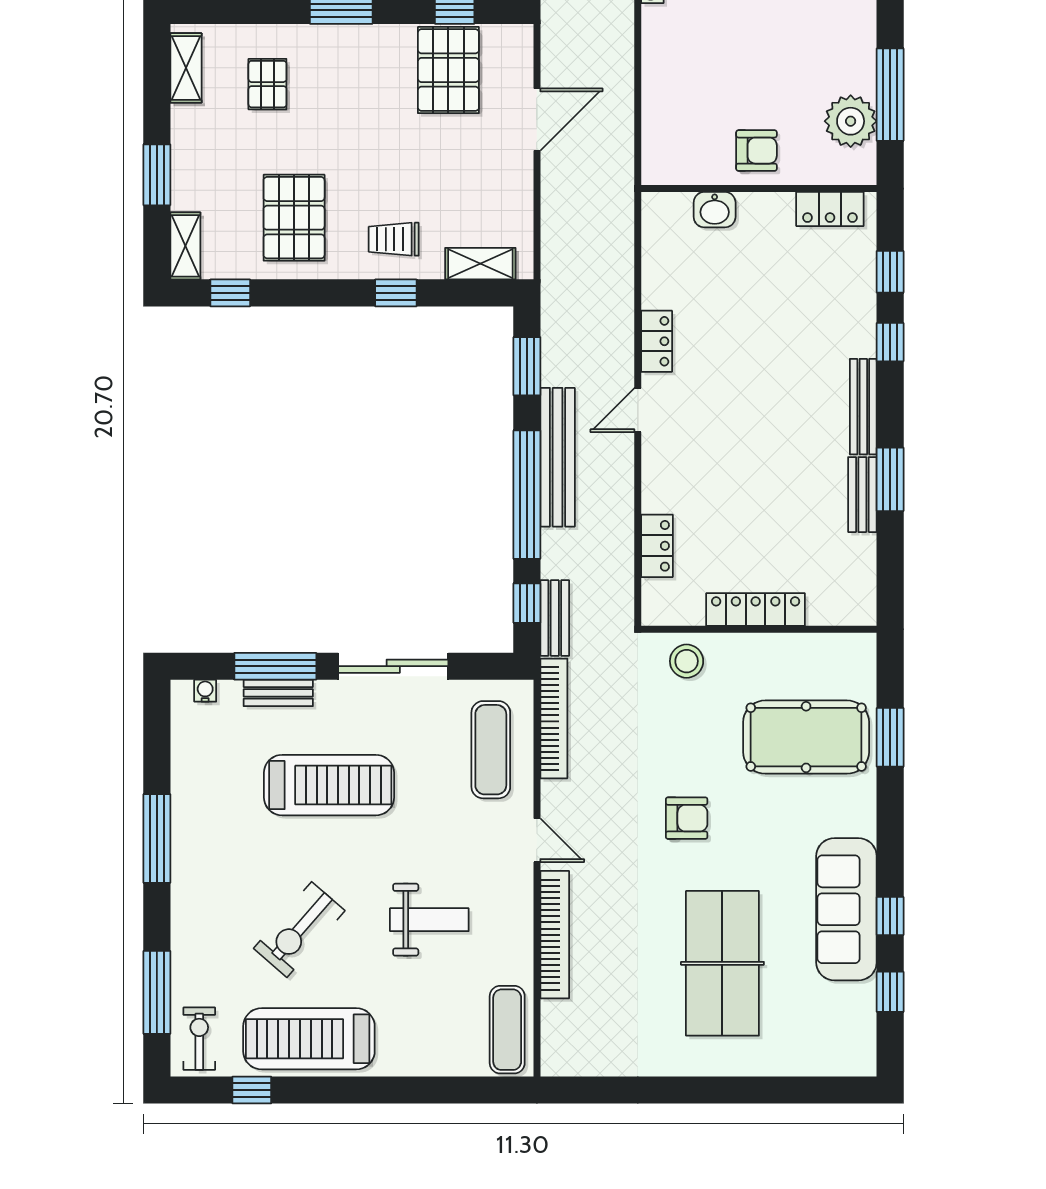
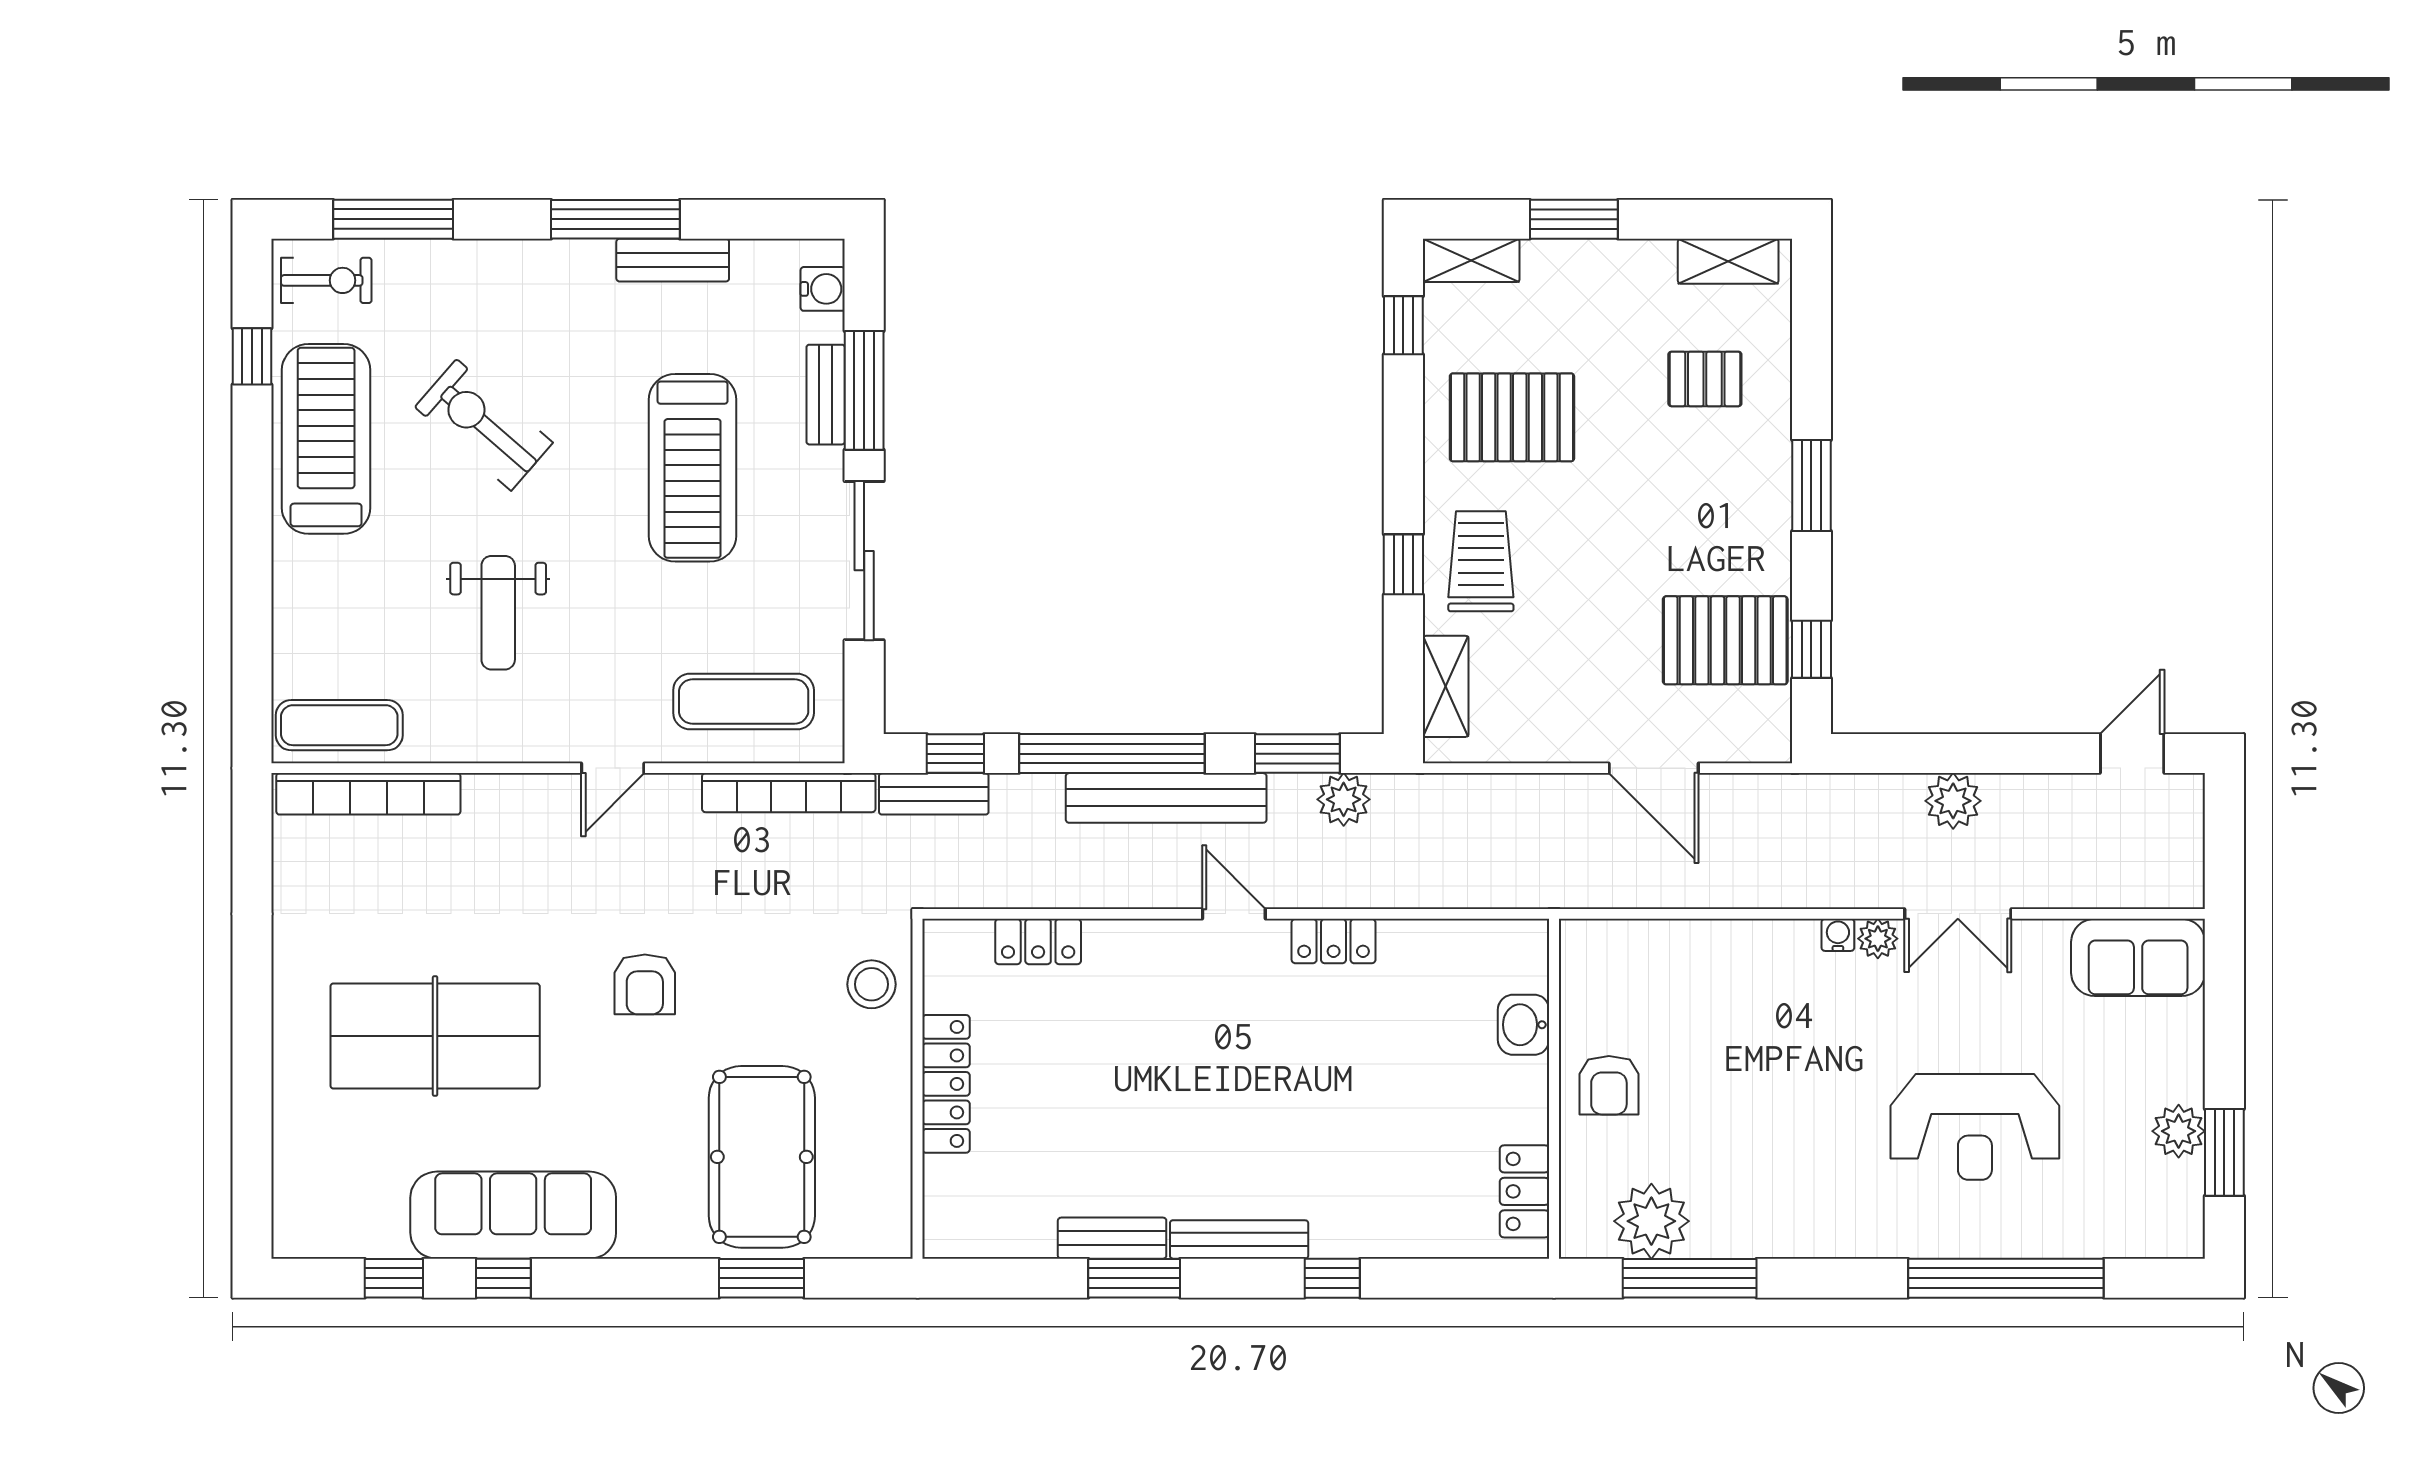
trolley: (394, 239) -> (1481, 561), width x1.36, depth x1.39
window: (890, 272) -> (1434, 1278), removed
plant: (559, 334) -> (1344, 799), added
water cooler: (205, 691) -> (823, 289), width x1.38, depth x1.38
bench: (185, 799) -> (673, 260), added
bookcase: (555, 935) -> (368, 794), moved

